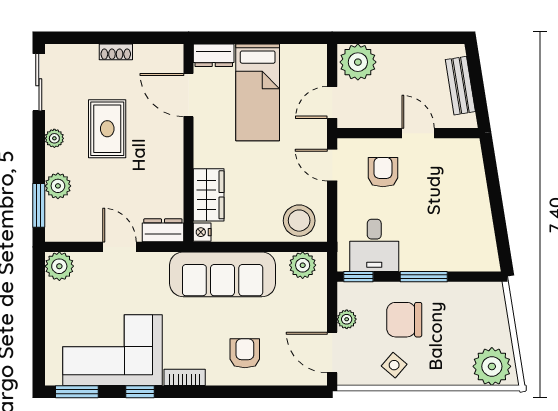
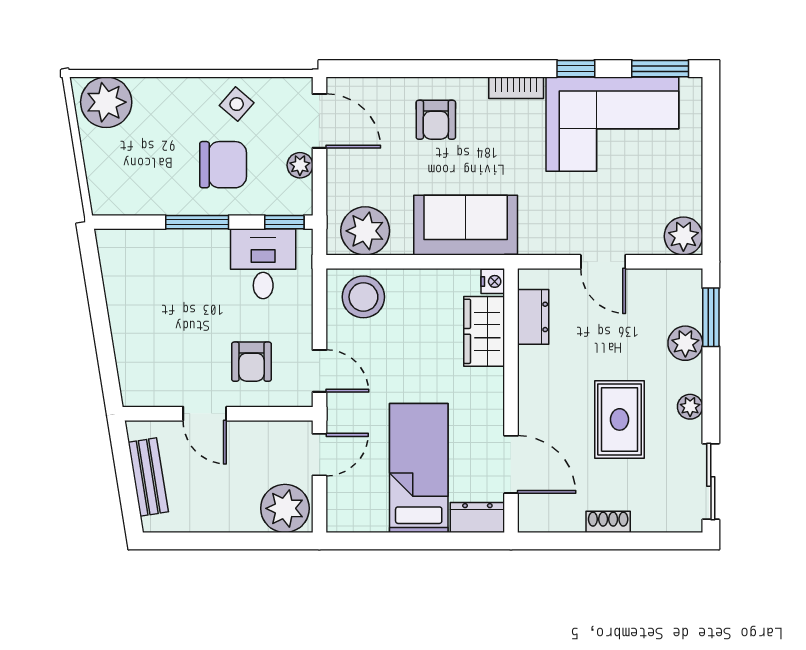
dresser: (163, 230) -> (533, 317), moved, turned -90
plant: (303, 265) -> (365, 231), width x1.36, depth x1.36
sofa: (223, 274) -> (466, 225), width x0.73

